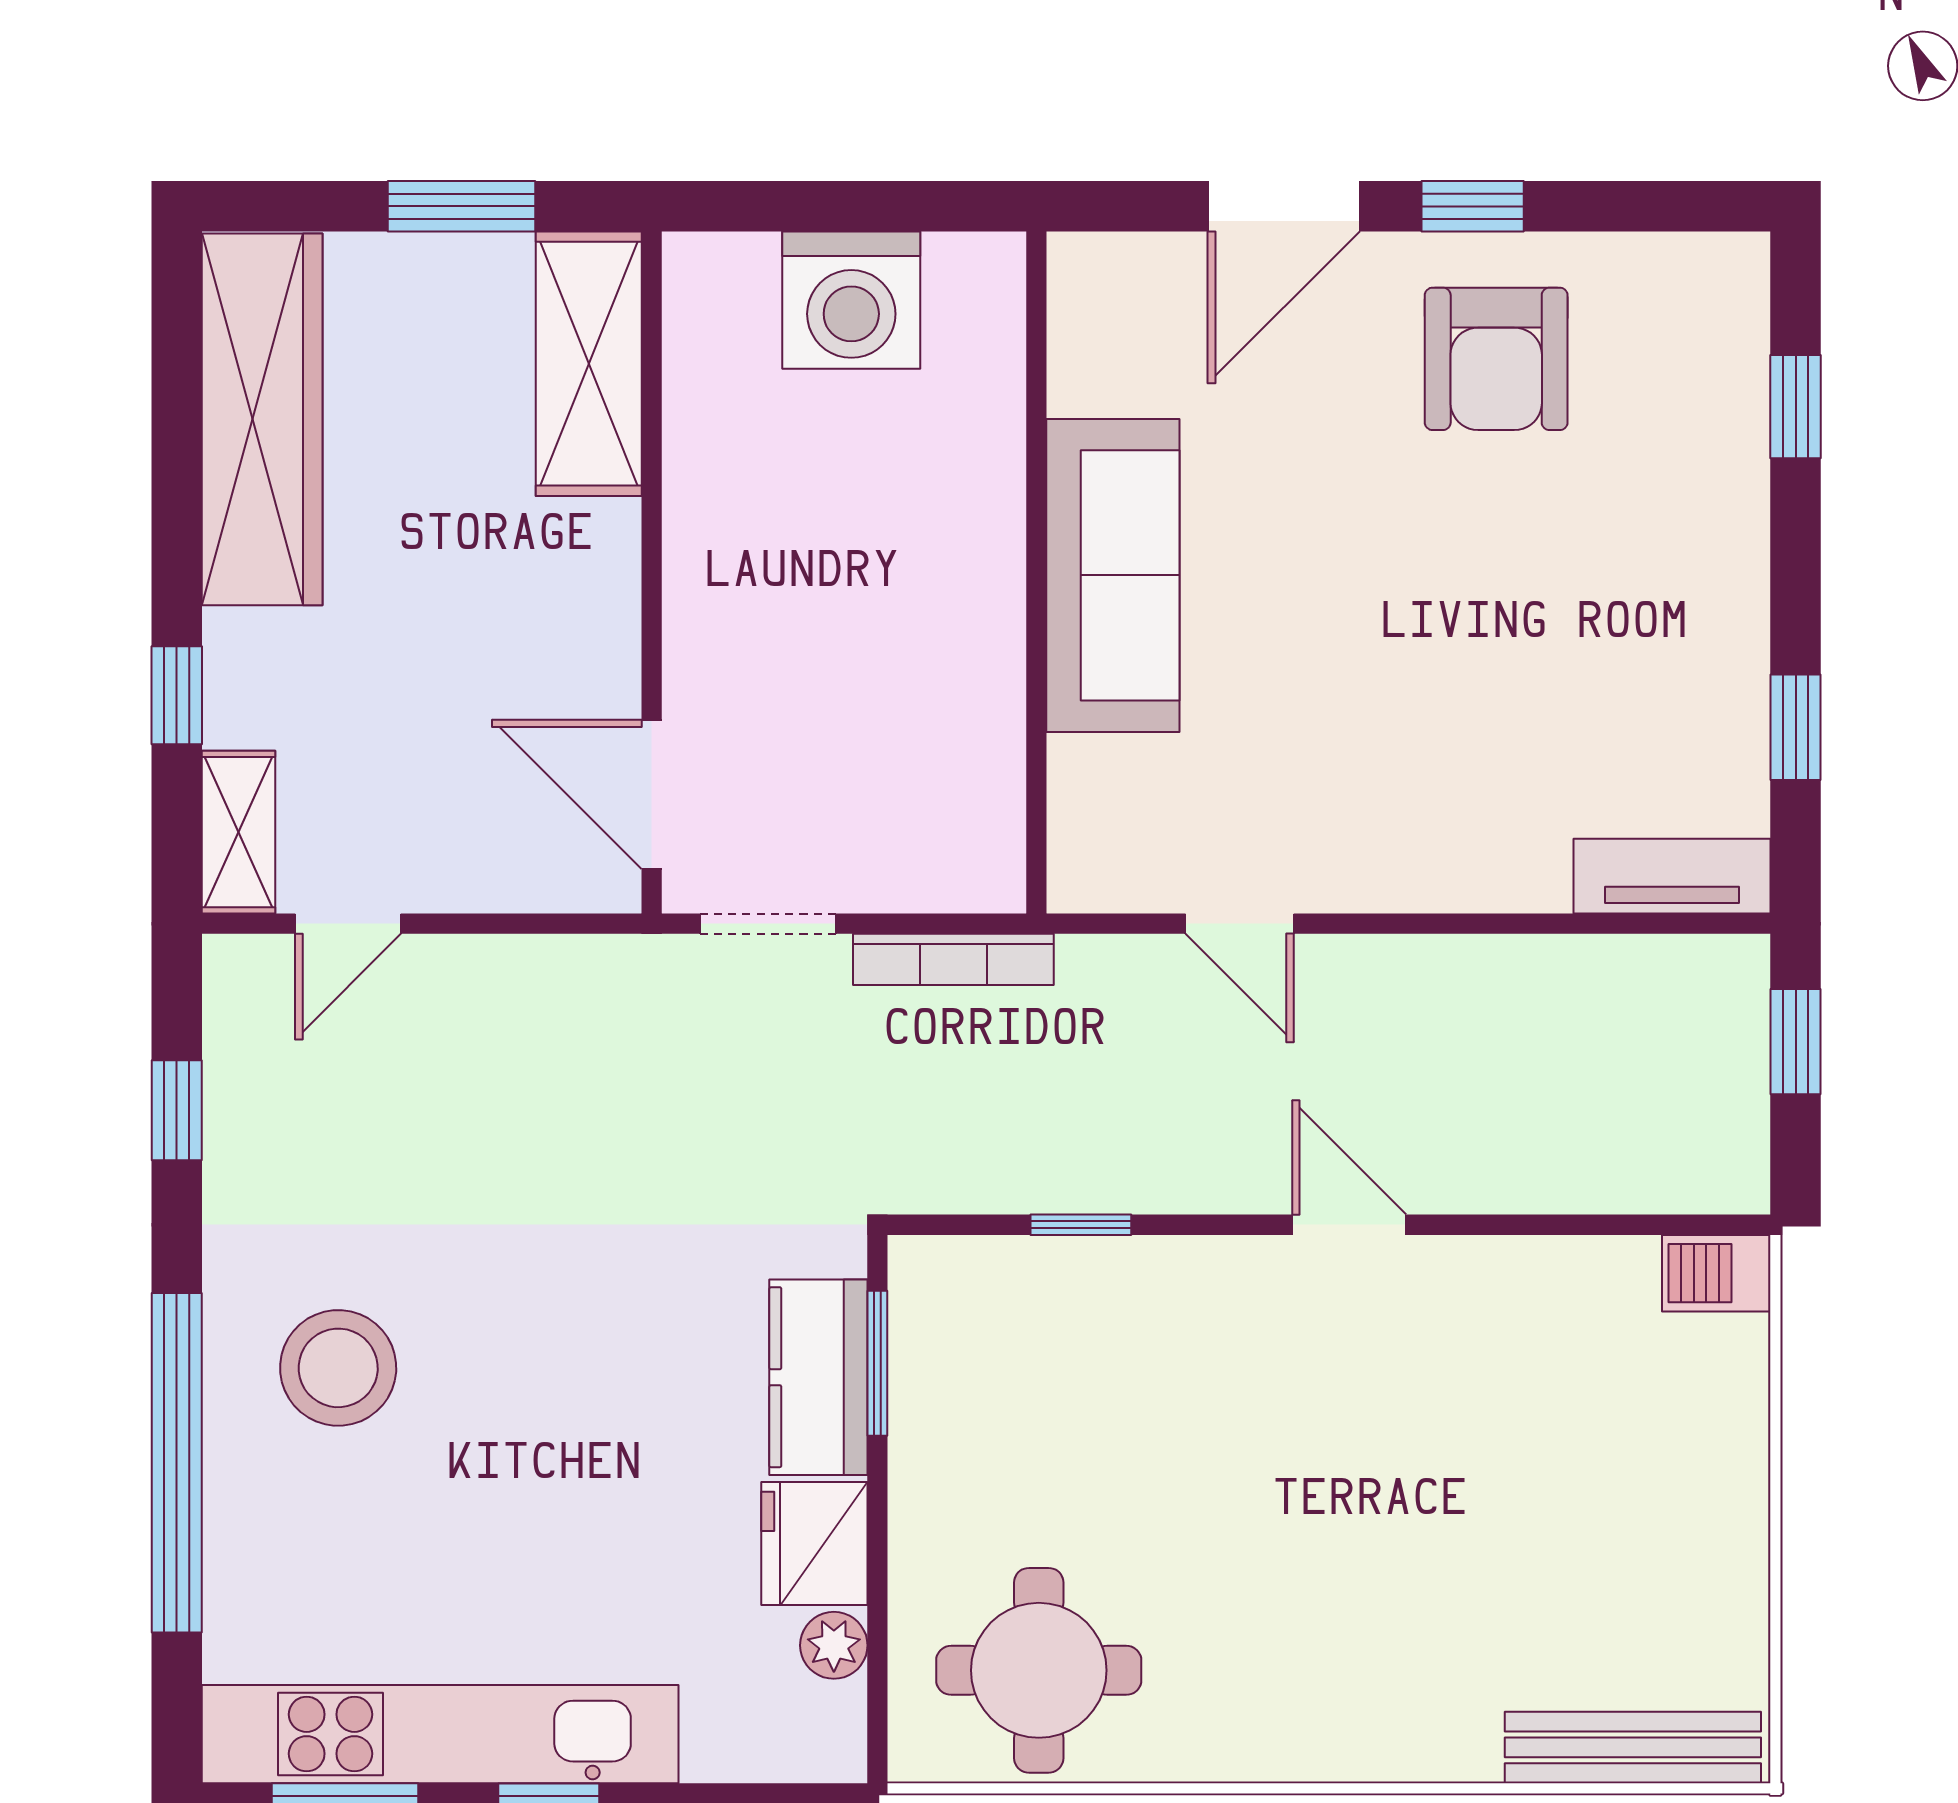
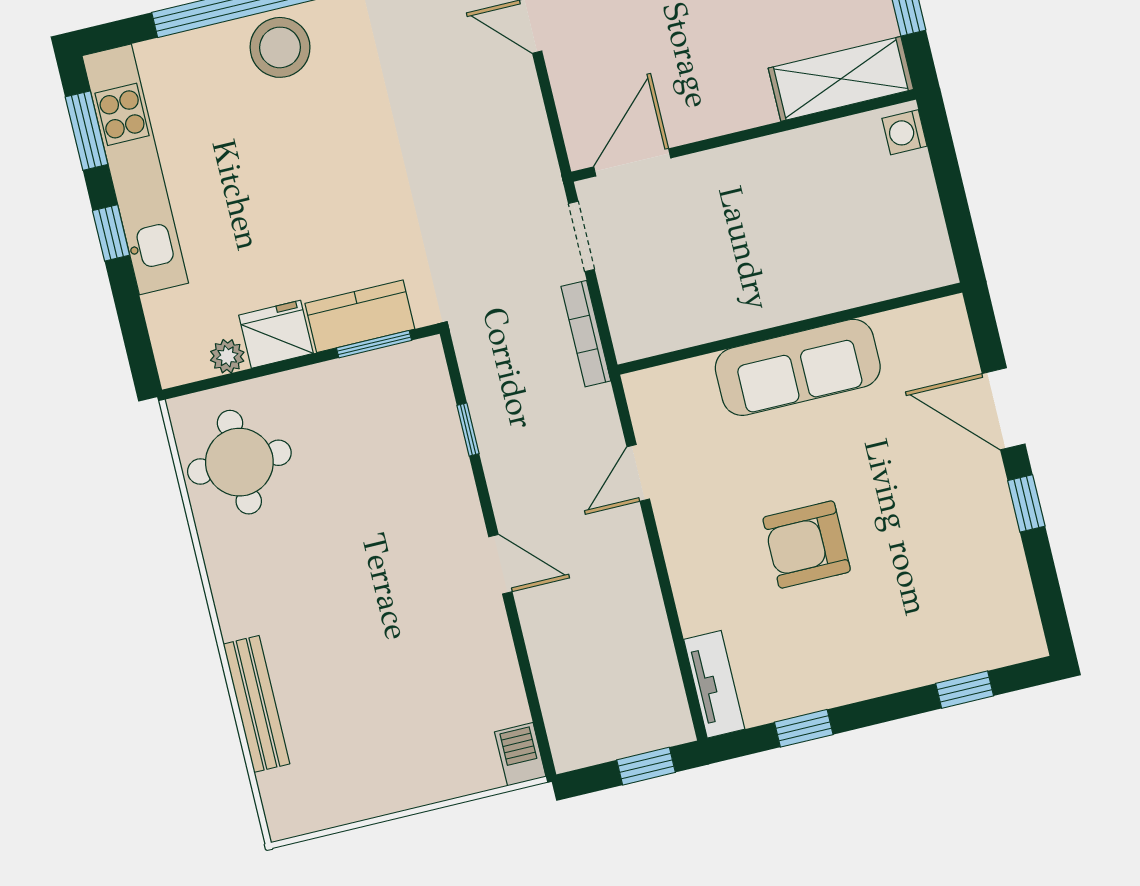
washing machine: (851, 300) -> (905, 132), moved, width x0.53, depth x0.53
armchair: (1496, 359) -> (807, 545), moved
door: (1349, 1225) -> (500, 564), hinge flipped
stool: (338, 1368) -> (280, 47), moved
bench: (1633, 1747) -> (256, 704), moved

